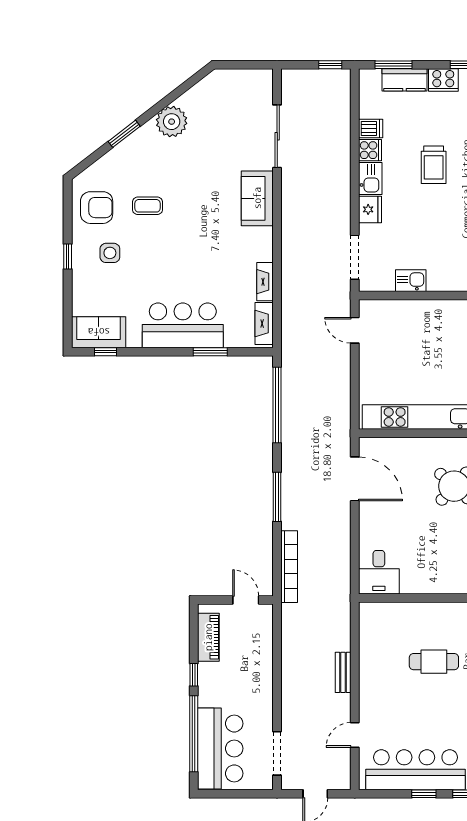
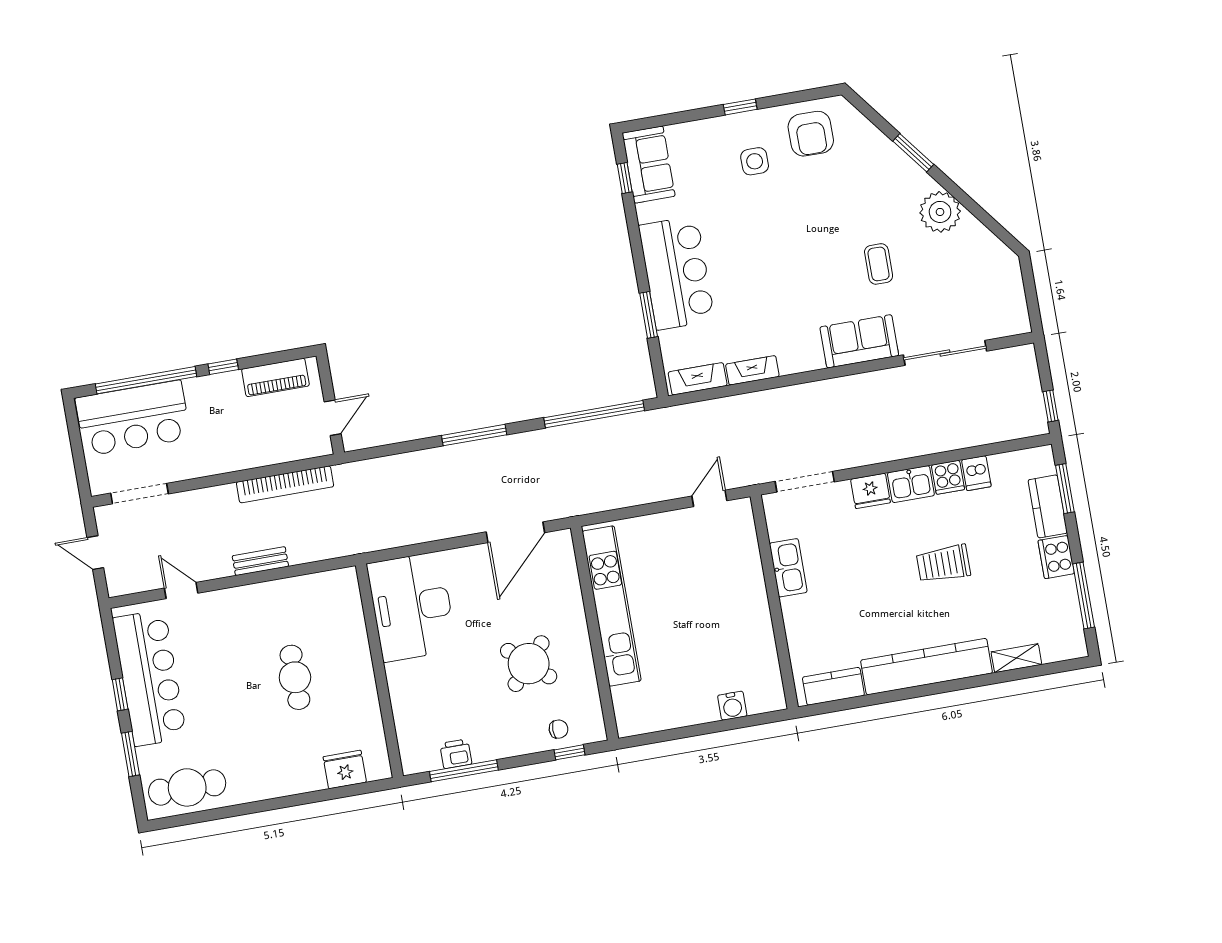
coffee table: (147, 206) -> (879, 264), moved
kitchen sink: (411, 281) -> (788, 568), width x1.38
bookcase: (289, 567) -> (285, 484), moved
desk: (379, 572) -> (412, 607), width x1.87, depth x1.30

